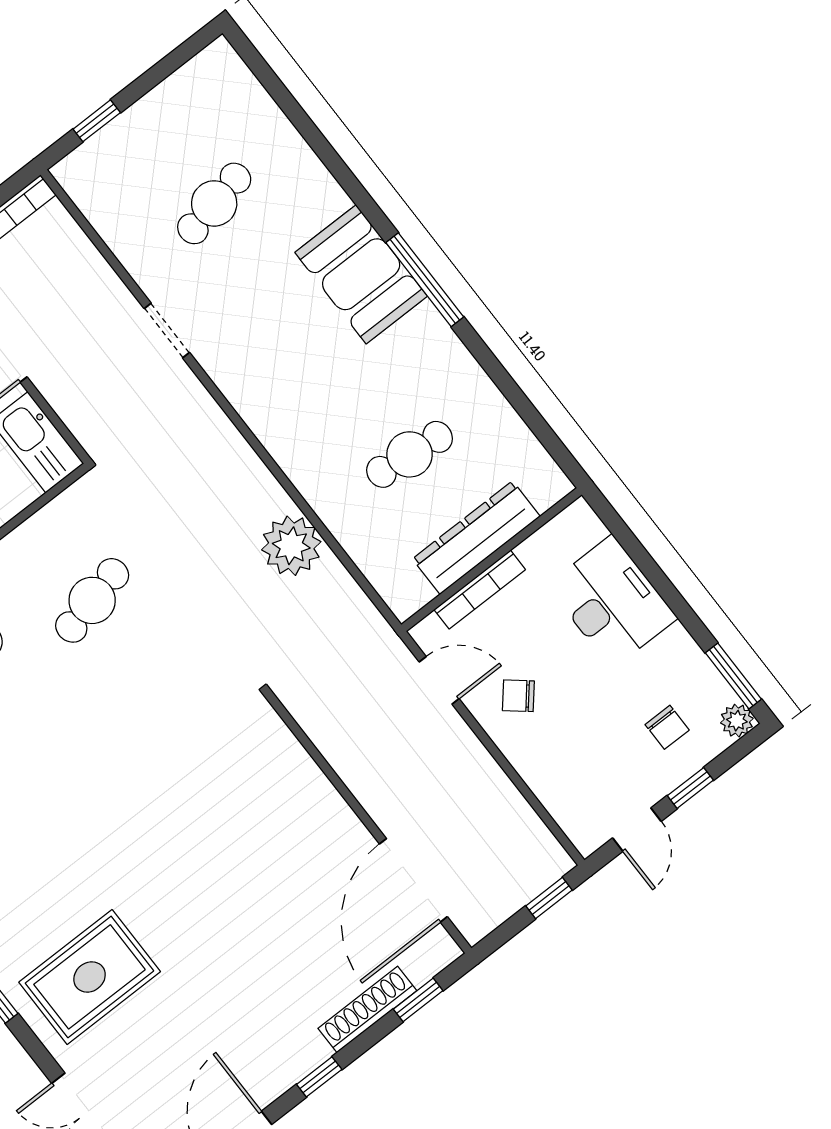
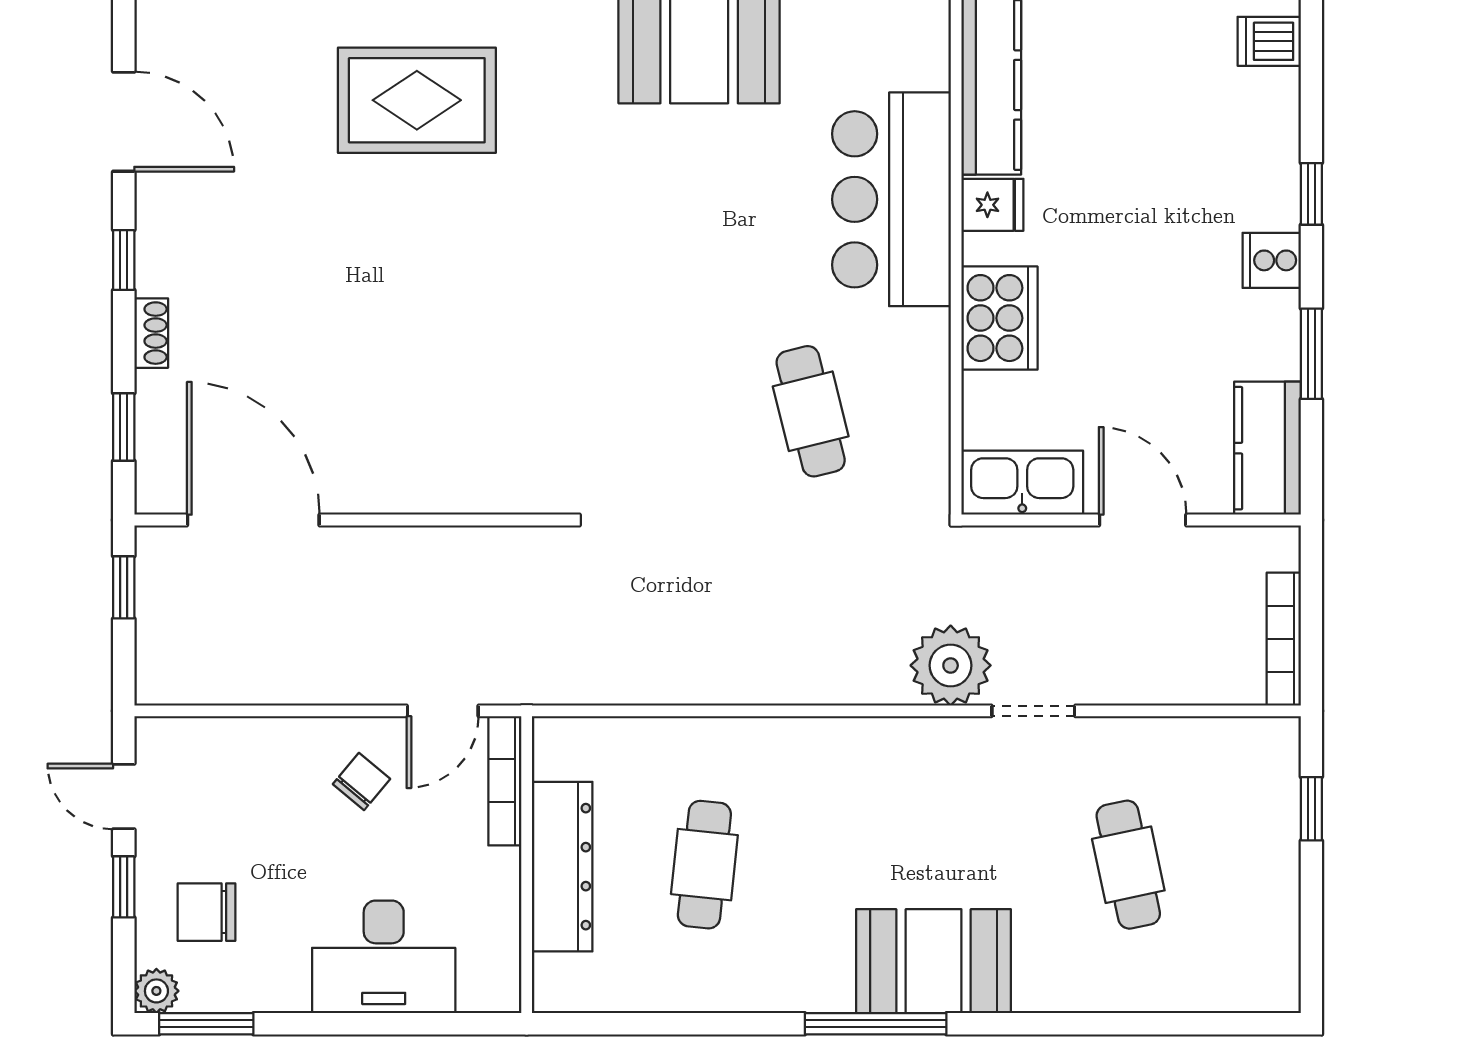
plant: (291, 546) -> (951, 665), moved
bookcase: (480, 590) -> (505, 781), moved
chair: (667, 727) -> (207, 912), width x1.37, depth x1.37
window: (549, 898) -> (124, 587), moved
rug: (90, 977) -> (417, 100), turned 90
shoe rack: (367, 1009) -> (151, 333), width x0.51, depth x0.81

